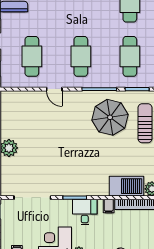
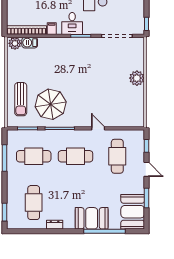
cafe table: (81, 56) -> (75, 156), turned 90
cafe table: (130, 56) -> (34, 156), turned 90
barbecue: (126, 186) -> (30, 43), width x0.53, depth x0.65

